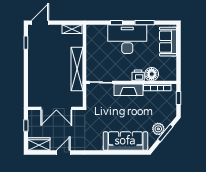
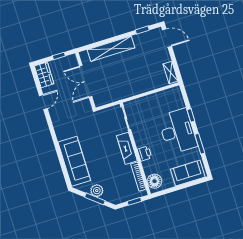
shelving: (77, 69) -> (111, 49), moved
floor lamp: (152, 74) -> (154, 181), moved
door: (63, 152) -> (43, 102), hinge flipped

